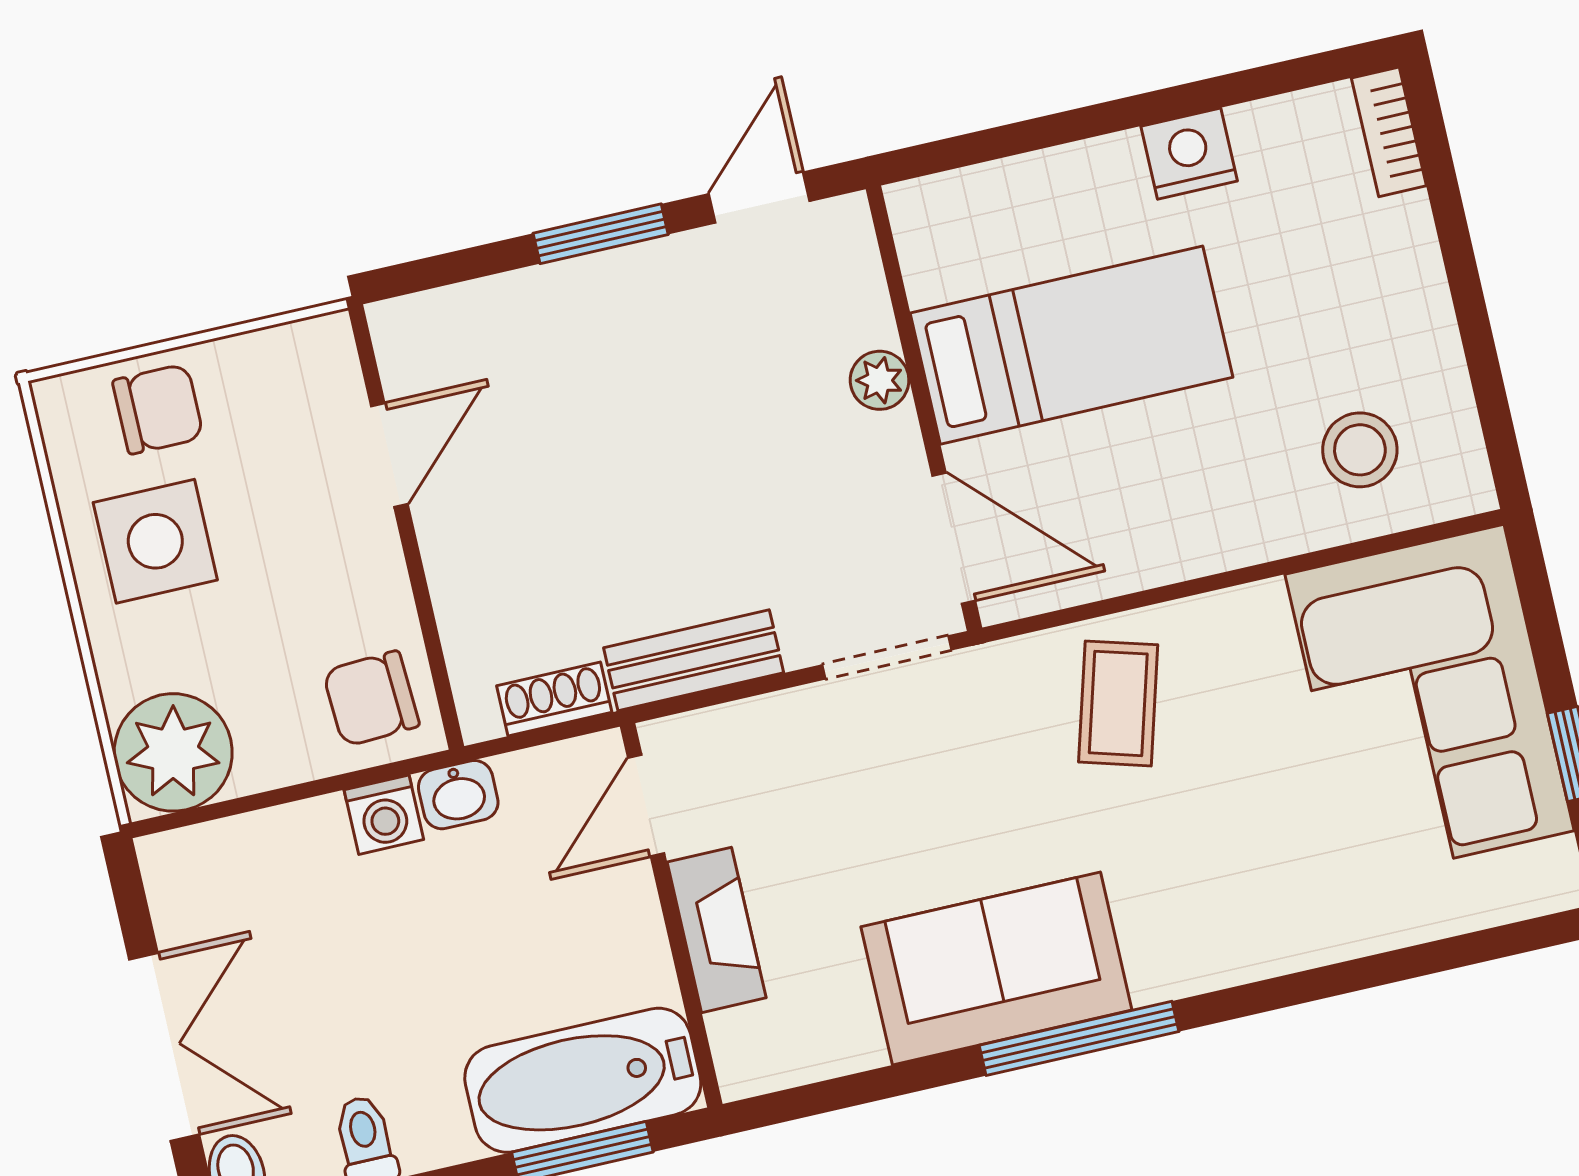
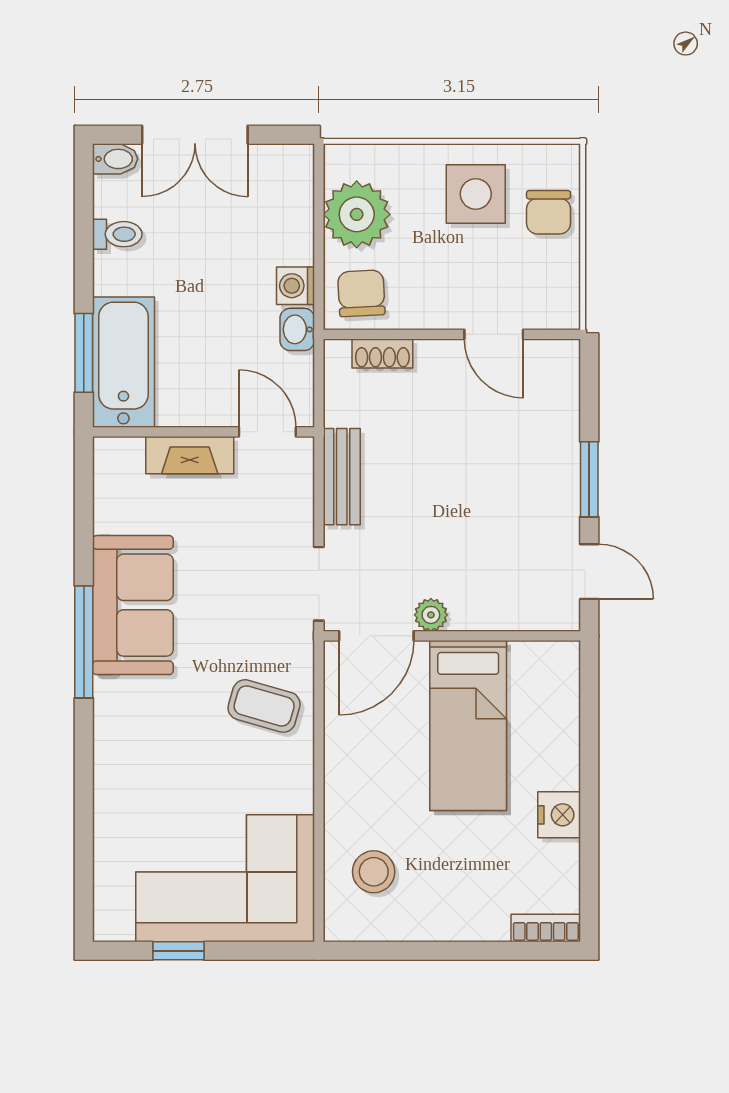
plant: (880, 380) -> (431, 615), moved
shoe rack: (554, 699) -> (382, 353), moved, turned 90
plant: (173, 752) -> (357, 214), moved

